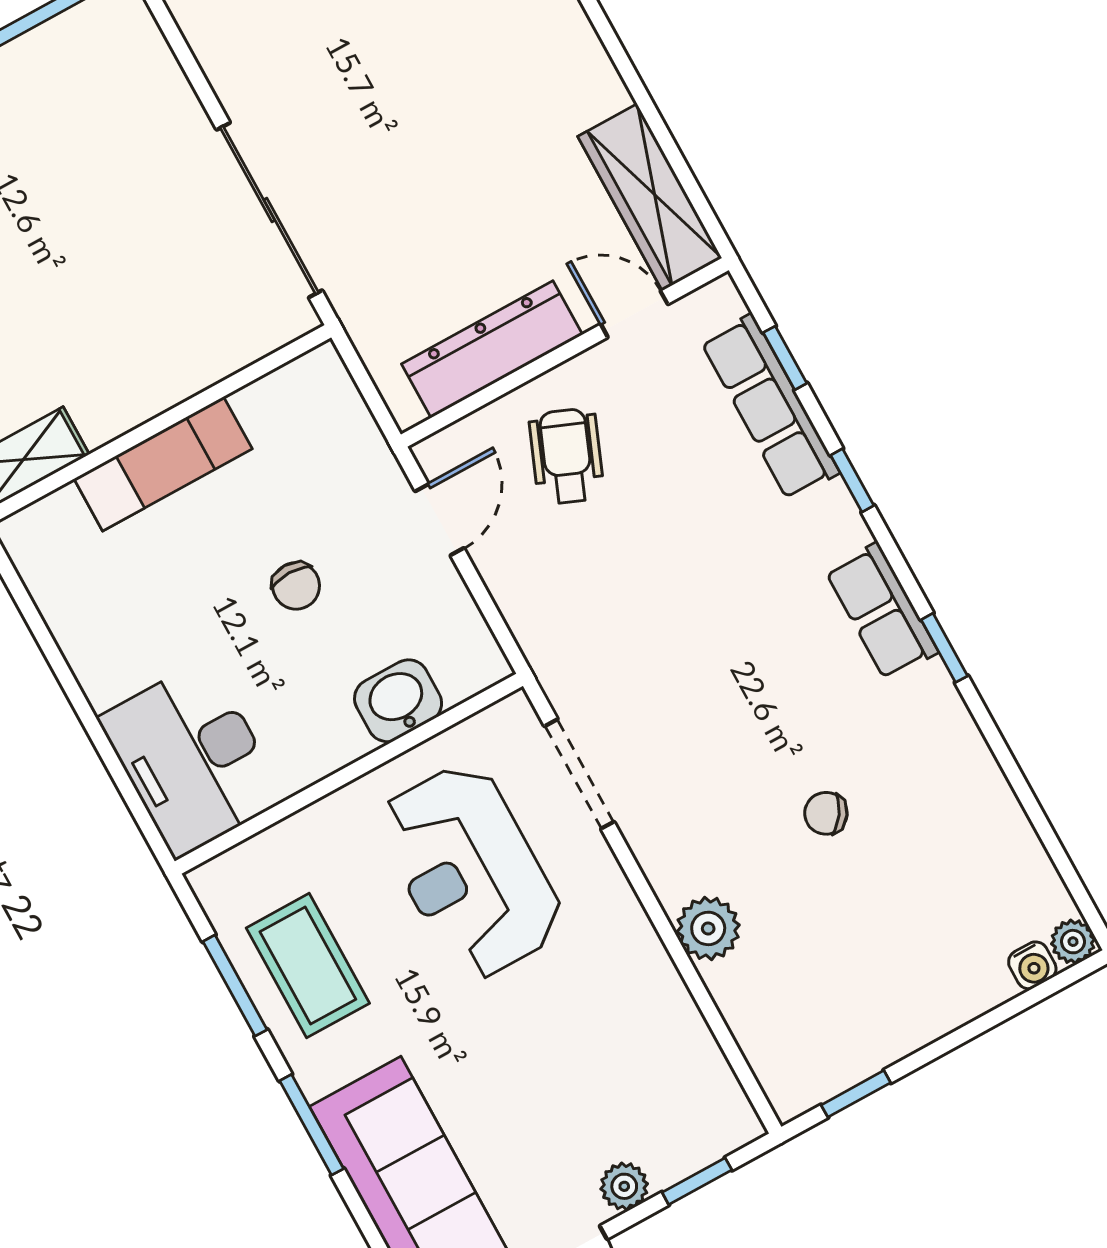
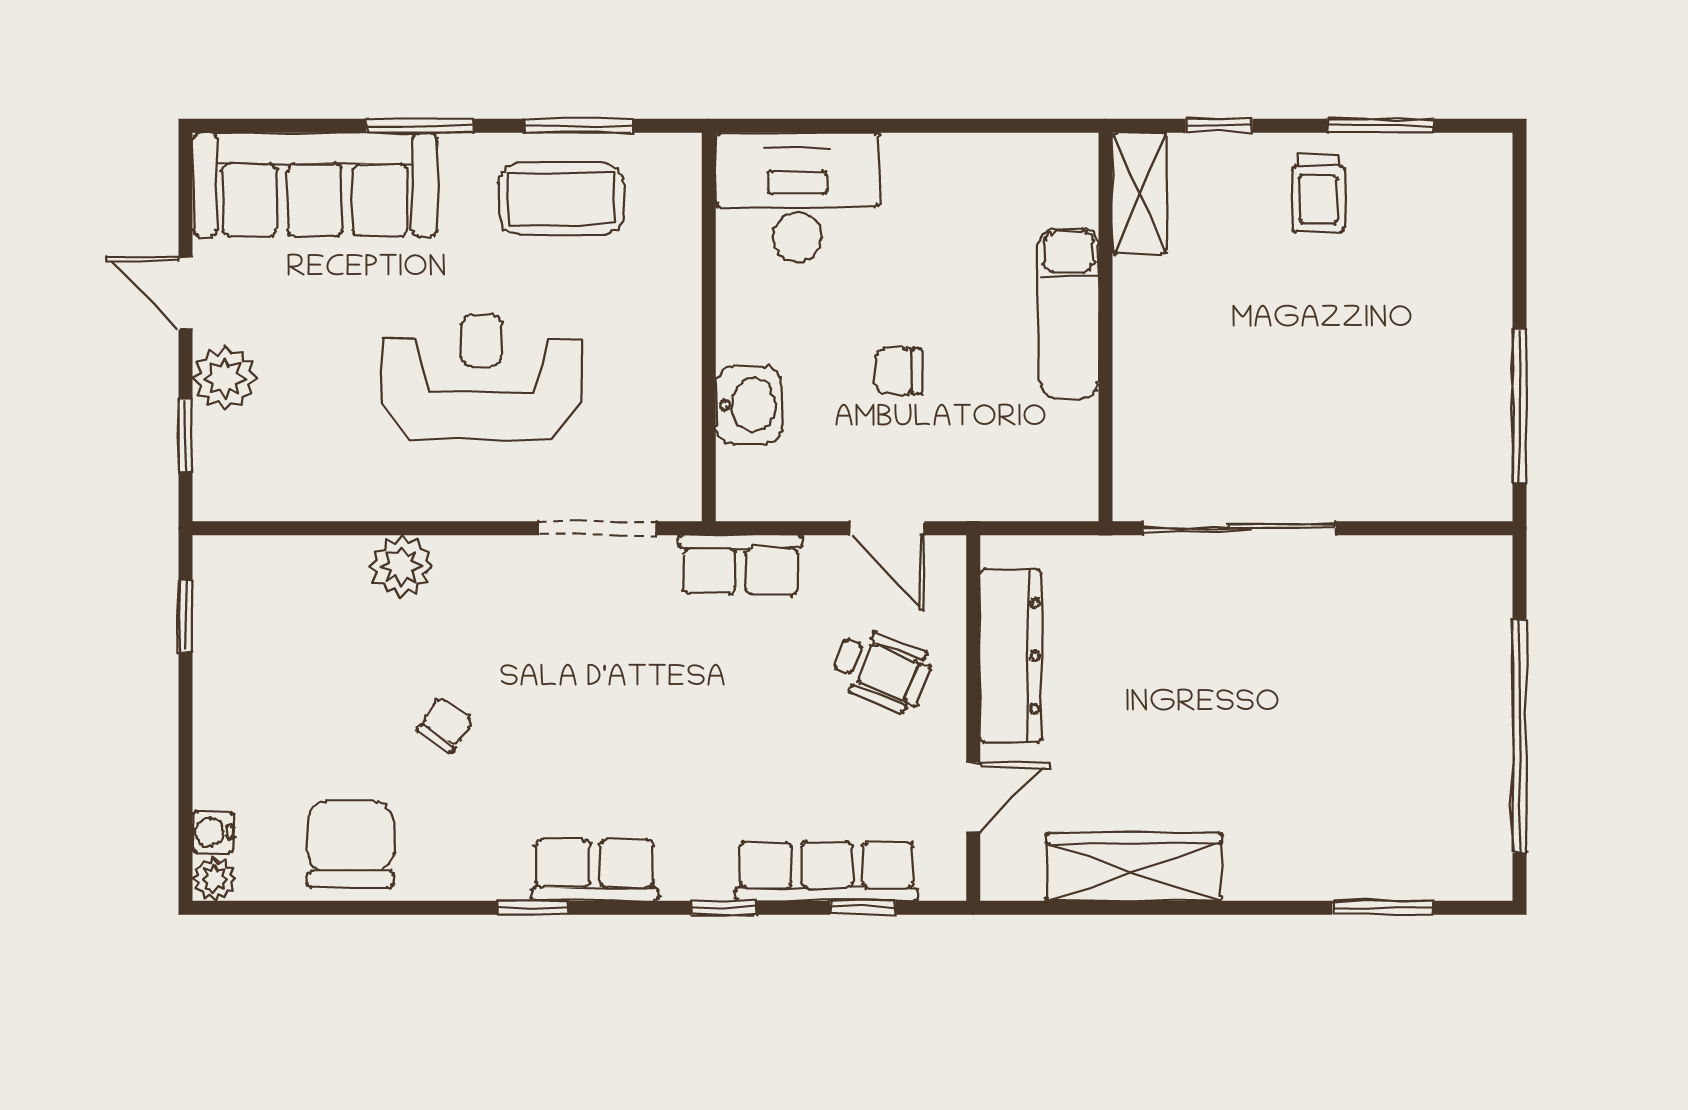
wardrobe: (650, 197) -> (1134, 867), moved
row of seats: (542, 631) -> (741, 565), added
chair: (977, 839) -> (350, 844), added
reception desk: (470, 871) -> (482, 377), moved
plant: (624, 1186) -> (225, 378), width x1.38, depth x1.38

